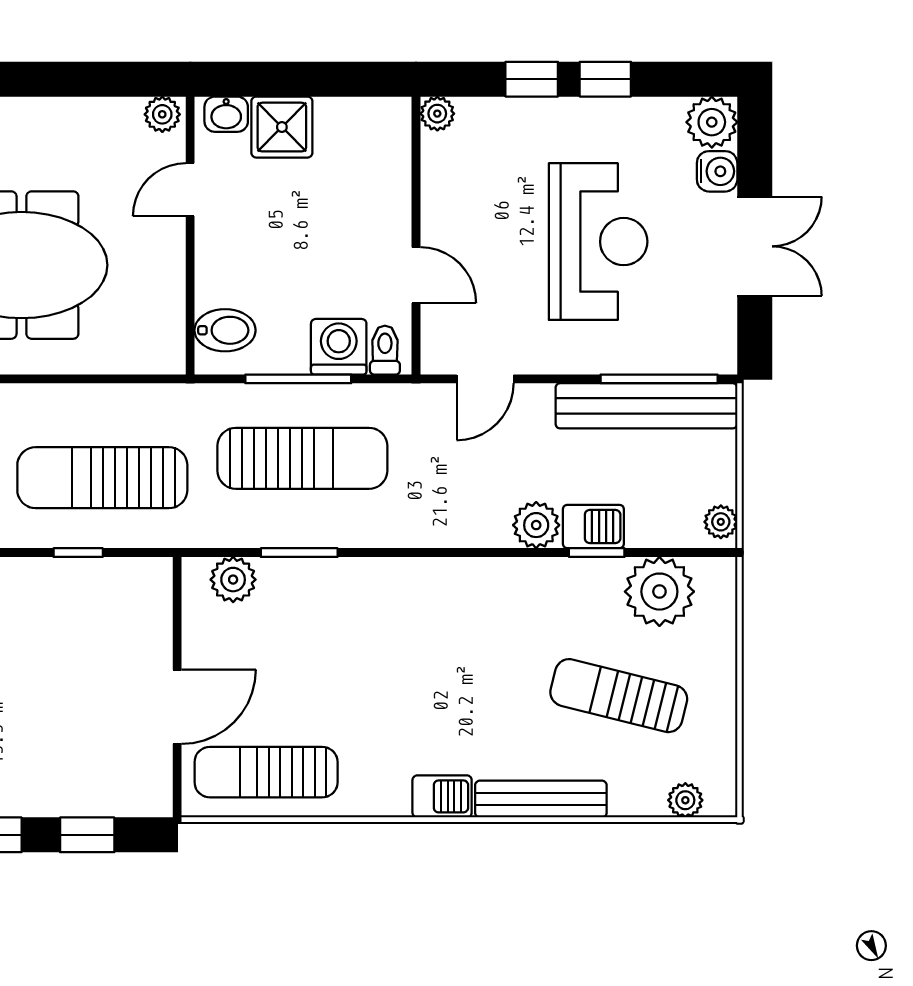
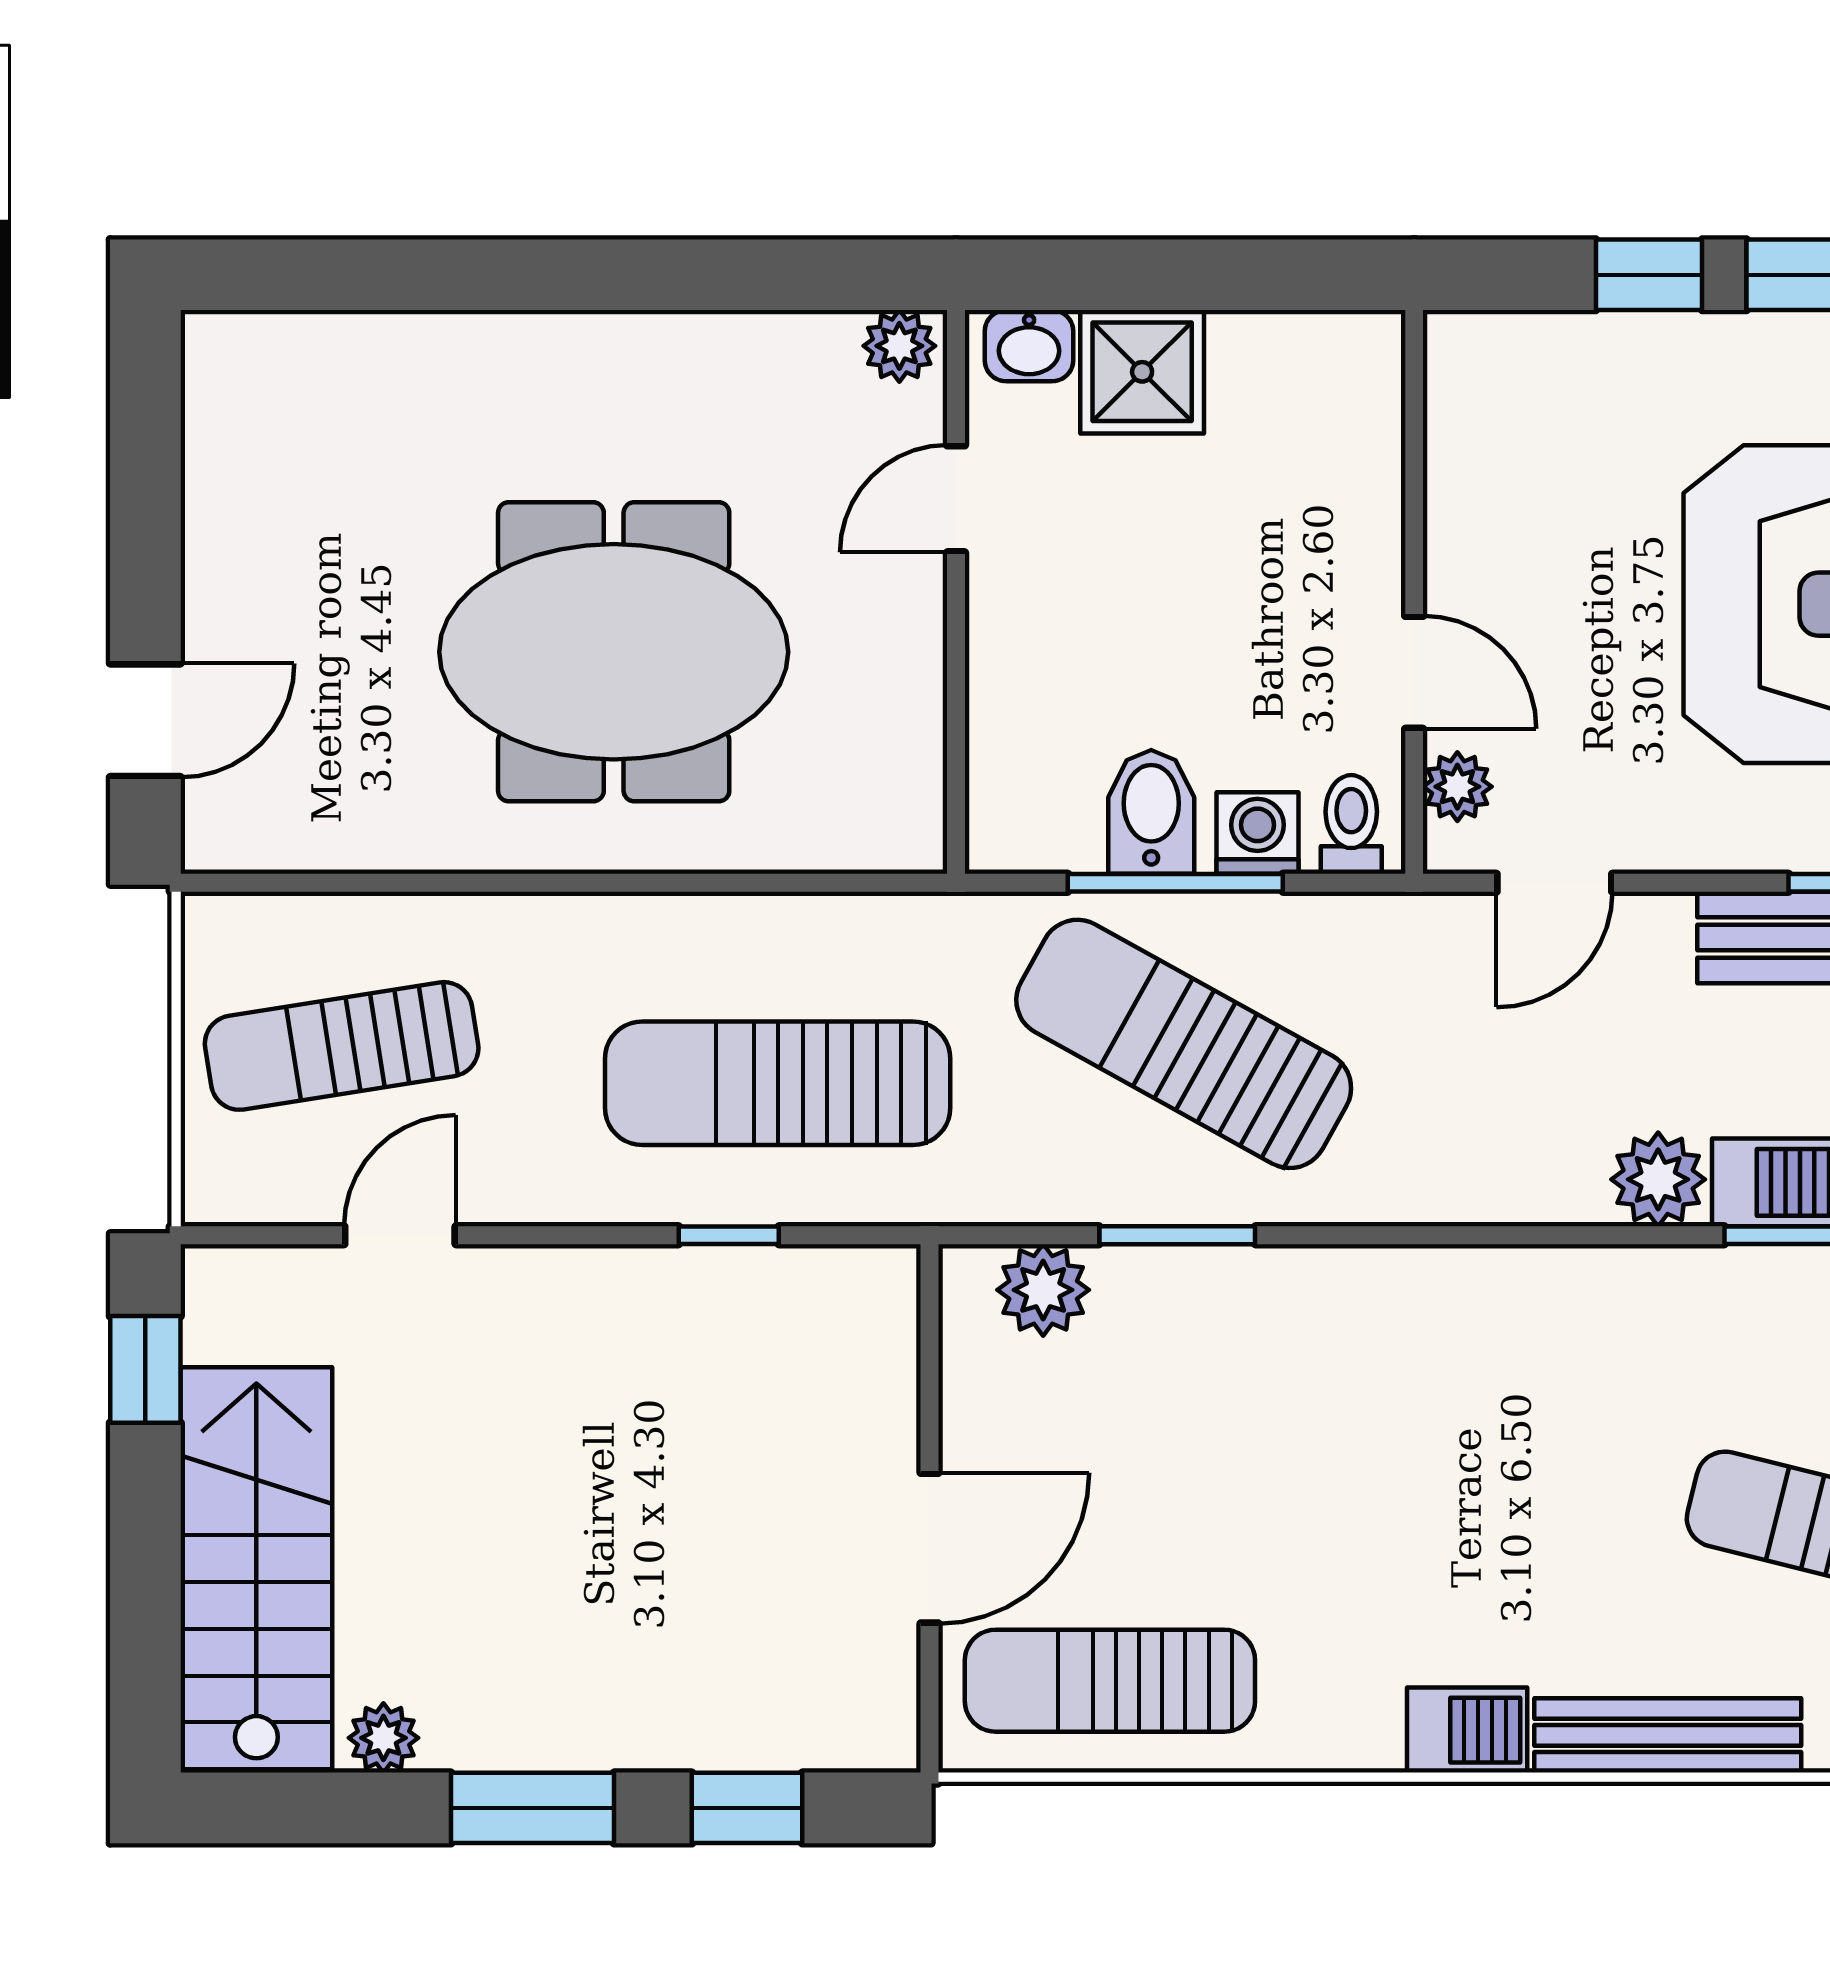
plant: (437, 114) -> (1457, 787), moved
bidet: (225, 330) -> (1151, 812), moved, turned -90
washing machine: (339, 347) -> (1257, 833), width x0.73, depth x0.73
sun lounger: (302, 458) -> (1184, 1044), turned -151

